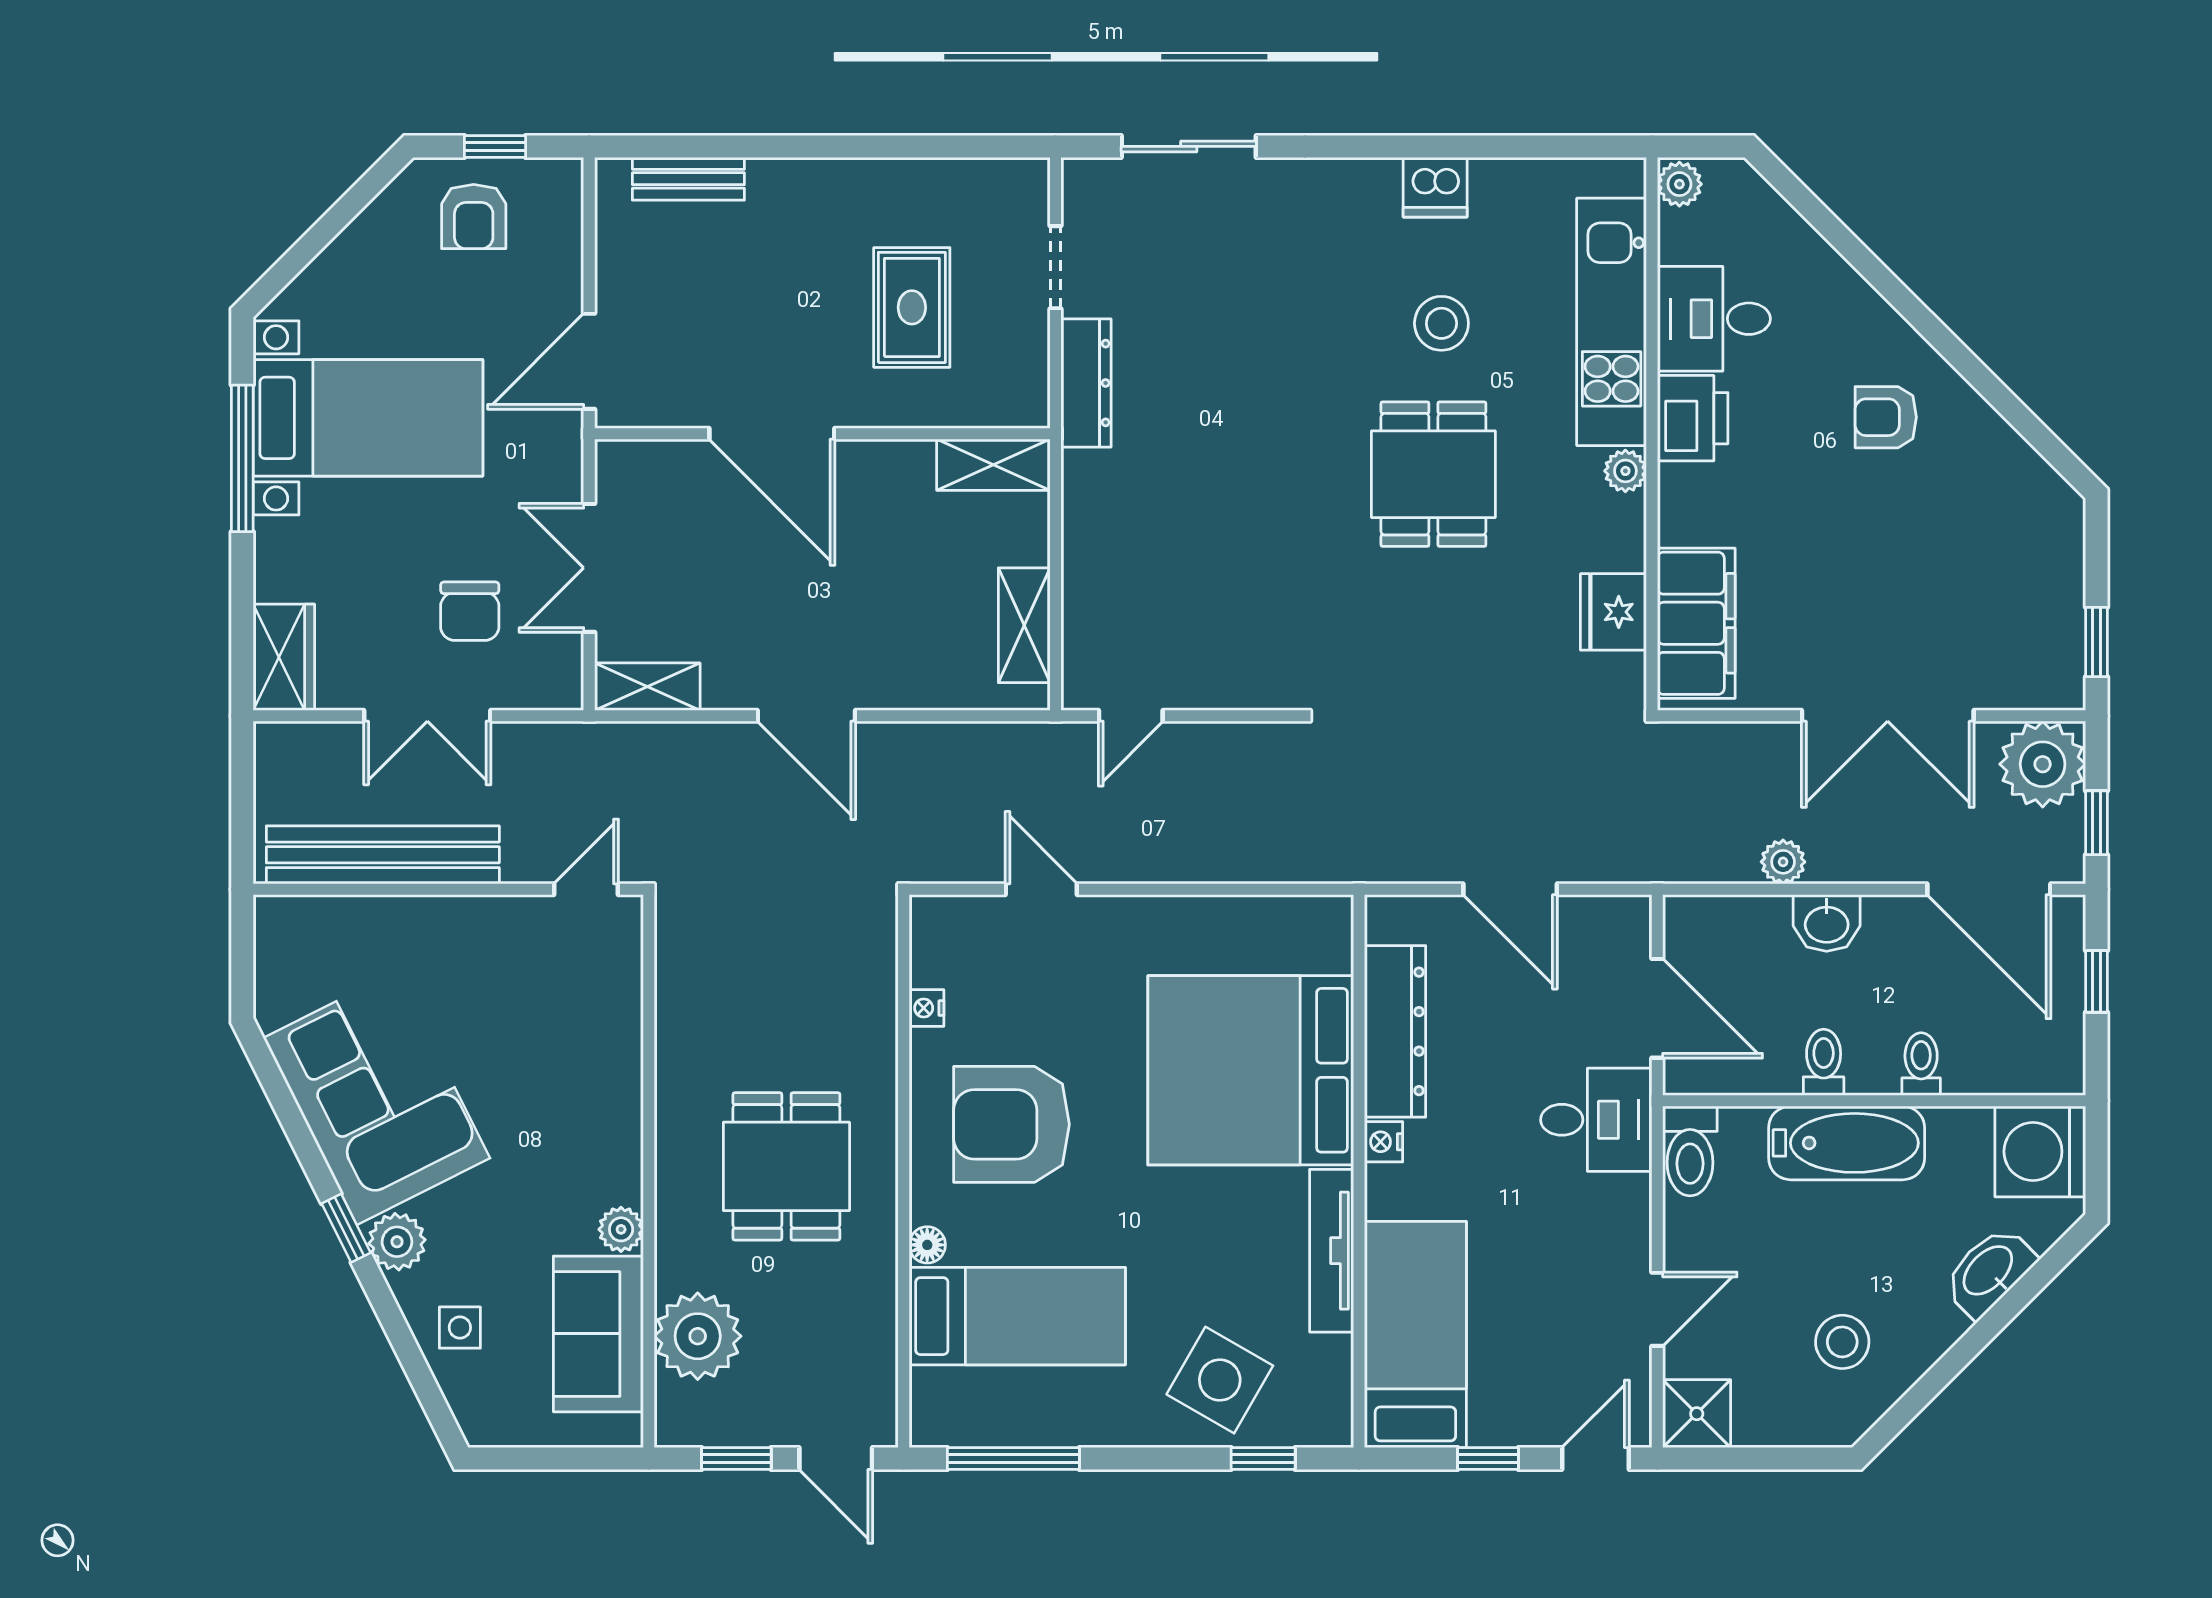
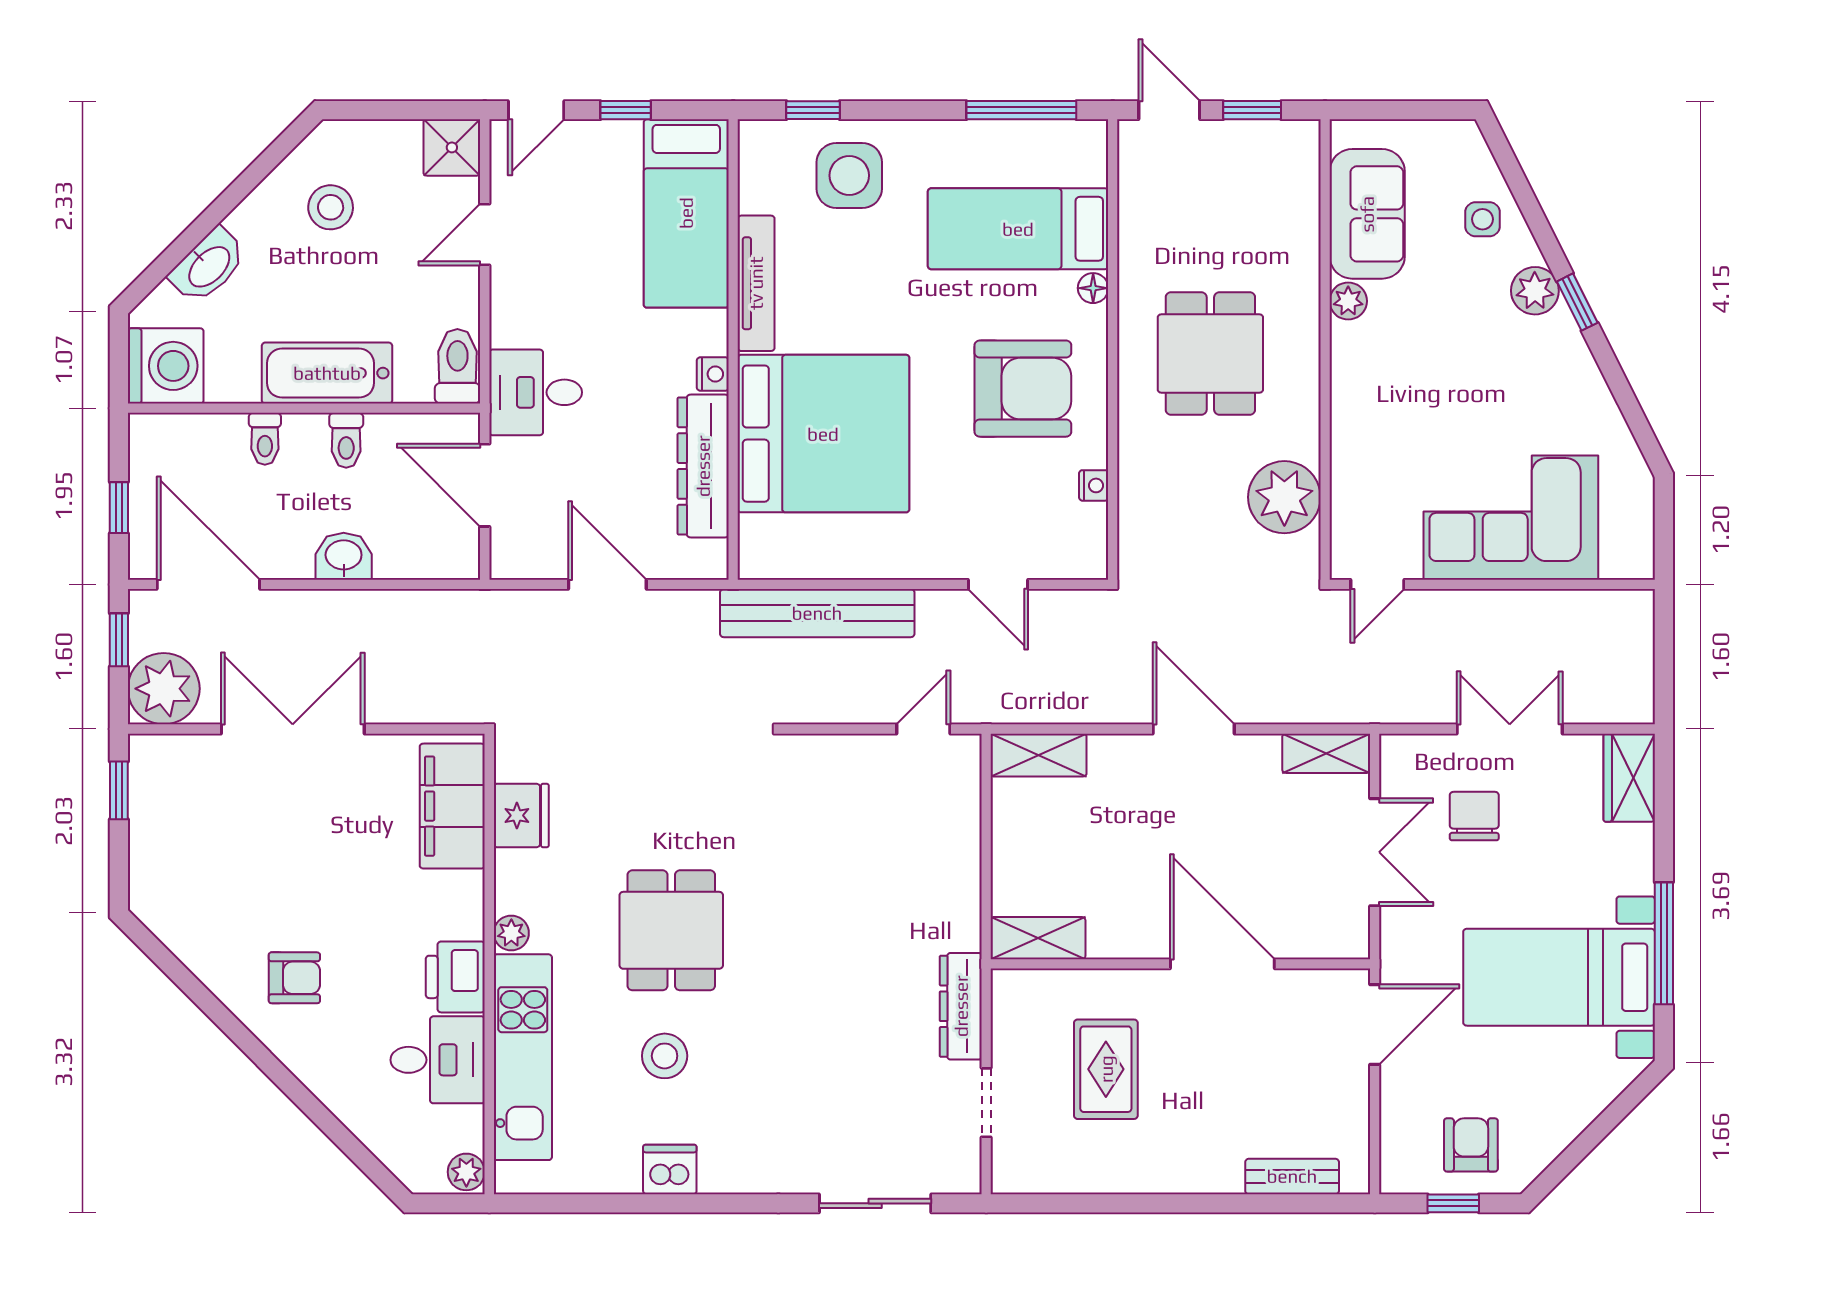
shelving: (1024, 625) -> (1039, 755), moved, turned 90
bench: (383, 855) -> (817, 613), moved
plant: (1783, 862) -> (380, 607), removed
corner sofa: (377, 1098) -> (1511, 518), moved, turned 117
plant: (698, 1336) -> (1284, 497), moved
side table: (1220, 1380) -> (849, 175), turned -30

